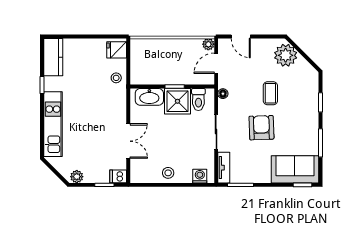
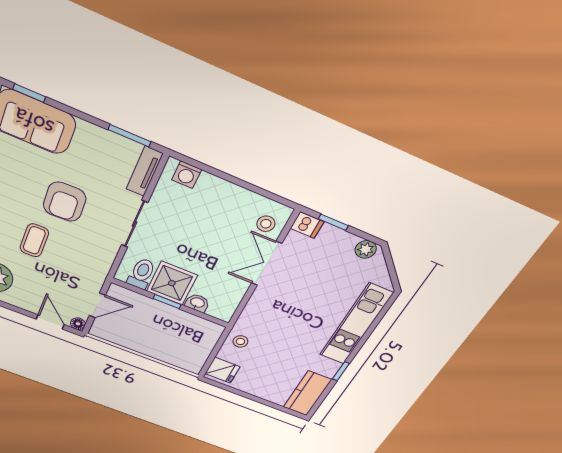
plant: (208, 44) -> (98, 330), removed
floor lamp: (223, 94) -> (78, 324), moved
washbasin: (149, 97) -> (197, 303), width x0.52, depth x0.69
stool: (168, 173) -> (266, 224), moved

